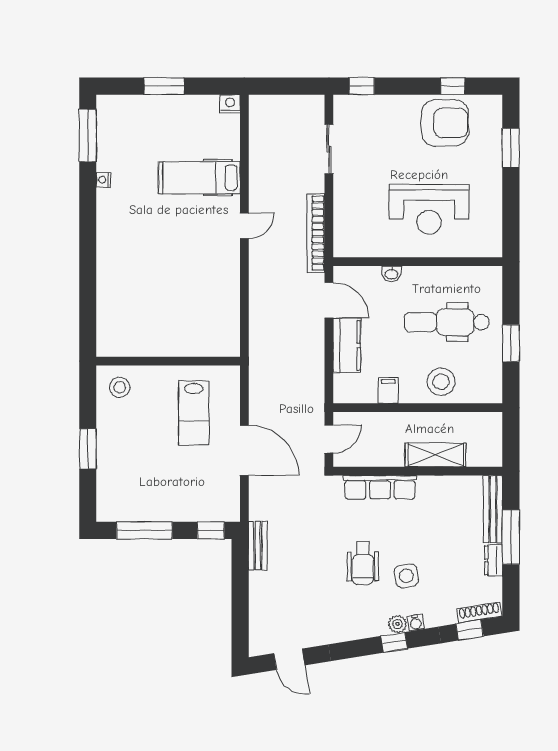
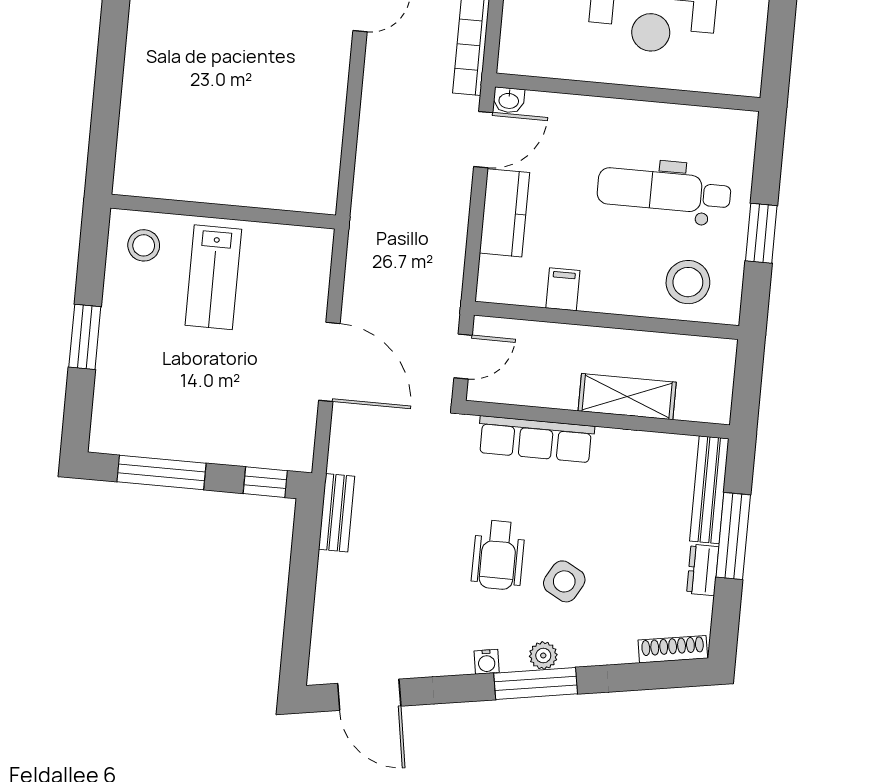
washbasin: (391, 274) -> (509, 100), moved
door: (329, 300) -> (483, 140), hinge flipped
stool: (441, 382) -> (688, 282), moved
lab bench: (194, 413) -> (213, 277), moved
side table: (406, 576) -> (564, 581), turned 38
water cooler: (416, 623) -> (487, 662), moved
window: (470, 630) -> (655, 675), removed
window: (394, 642) -> (536, 683), width x2.17
door: (289, 659) -> (369, 695), width x1.38

